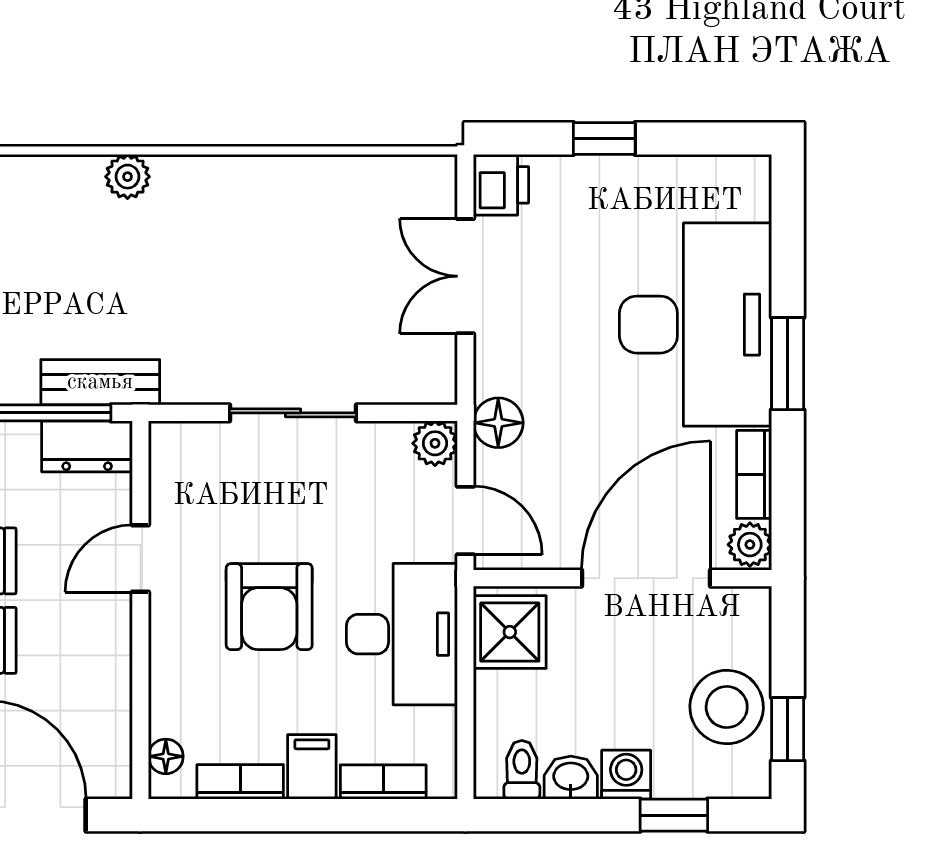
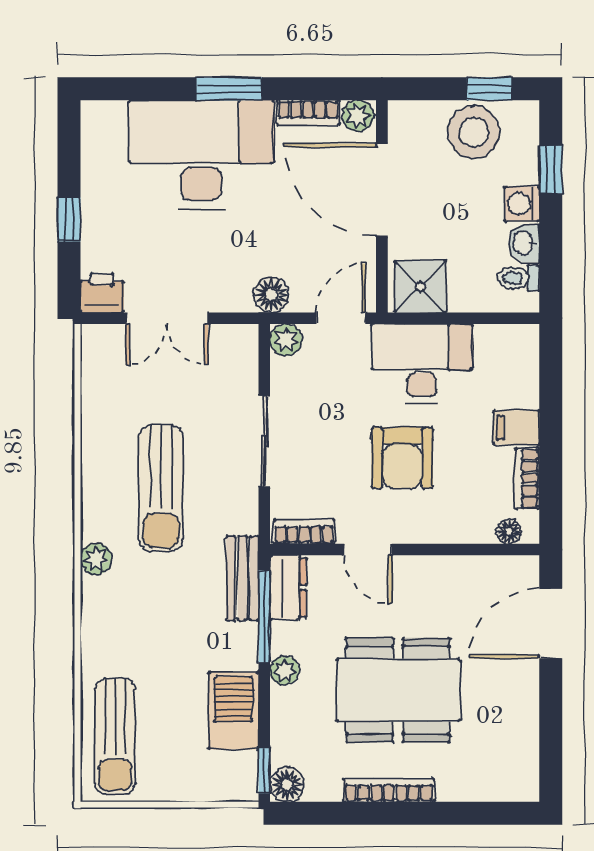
sun lounger: (227, 268) -> (161, 488), added
armchair: (269, 607) -> (402, 458), turned 90
bookcase: (383, 782) -> (304, 532), moved, turned 90

